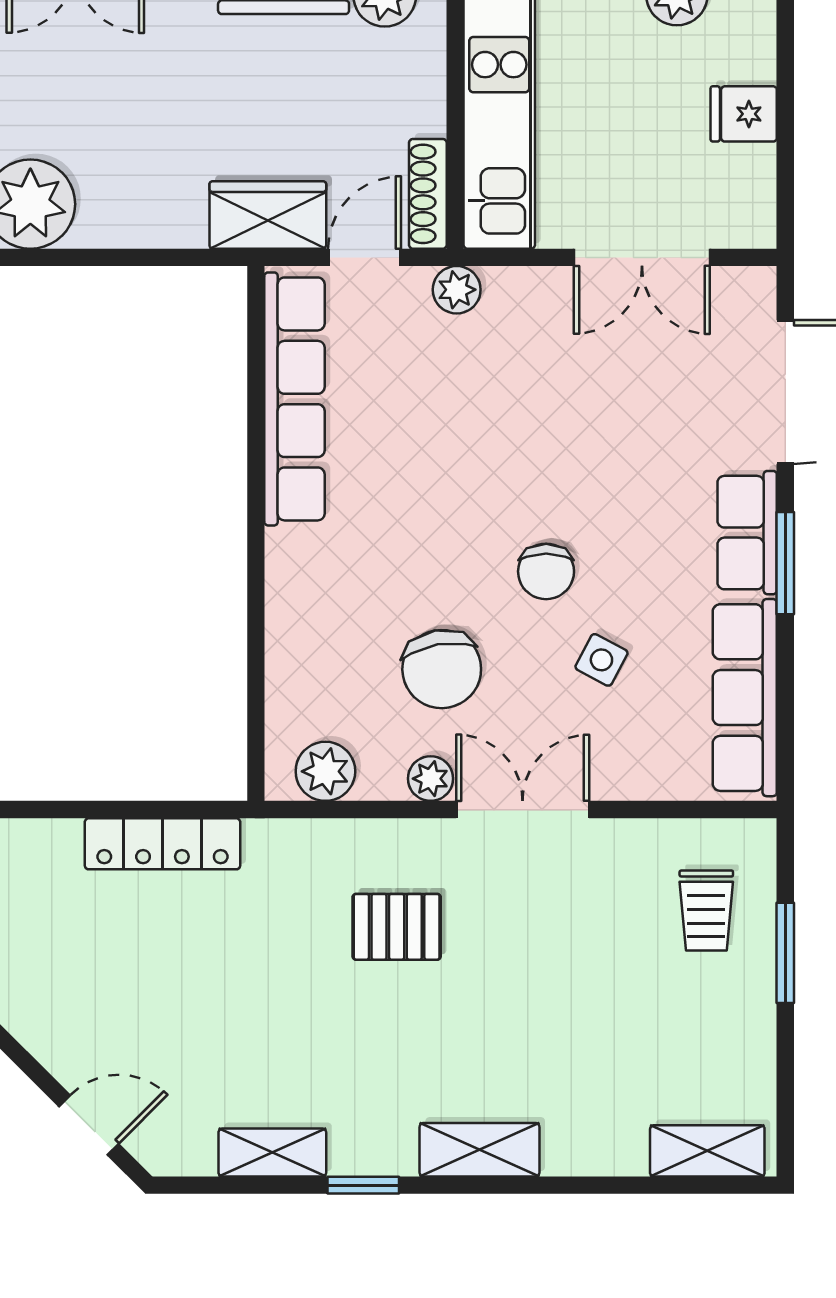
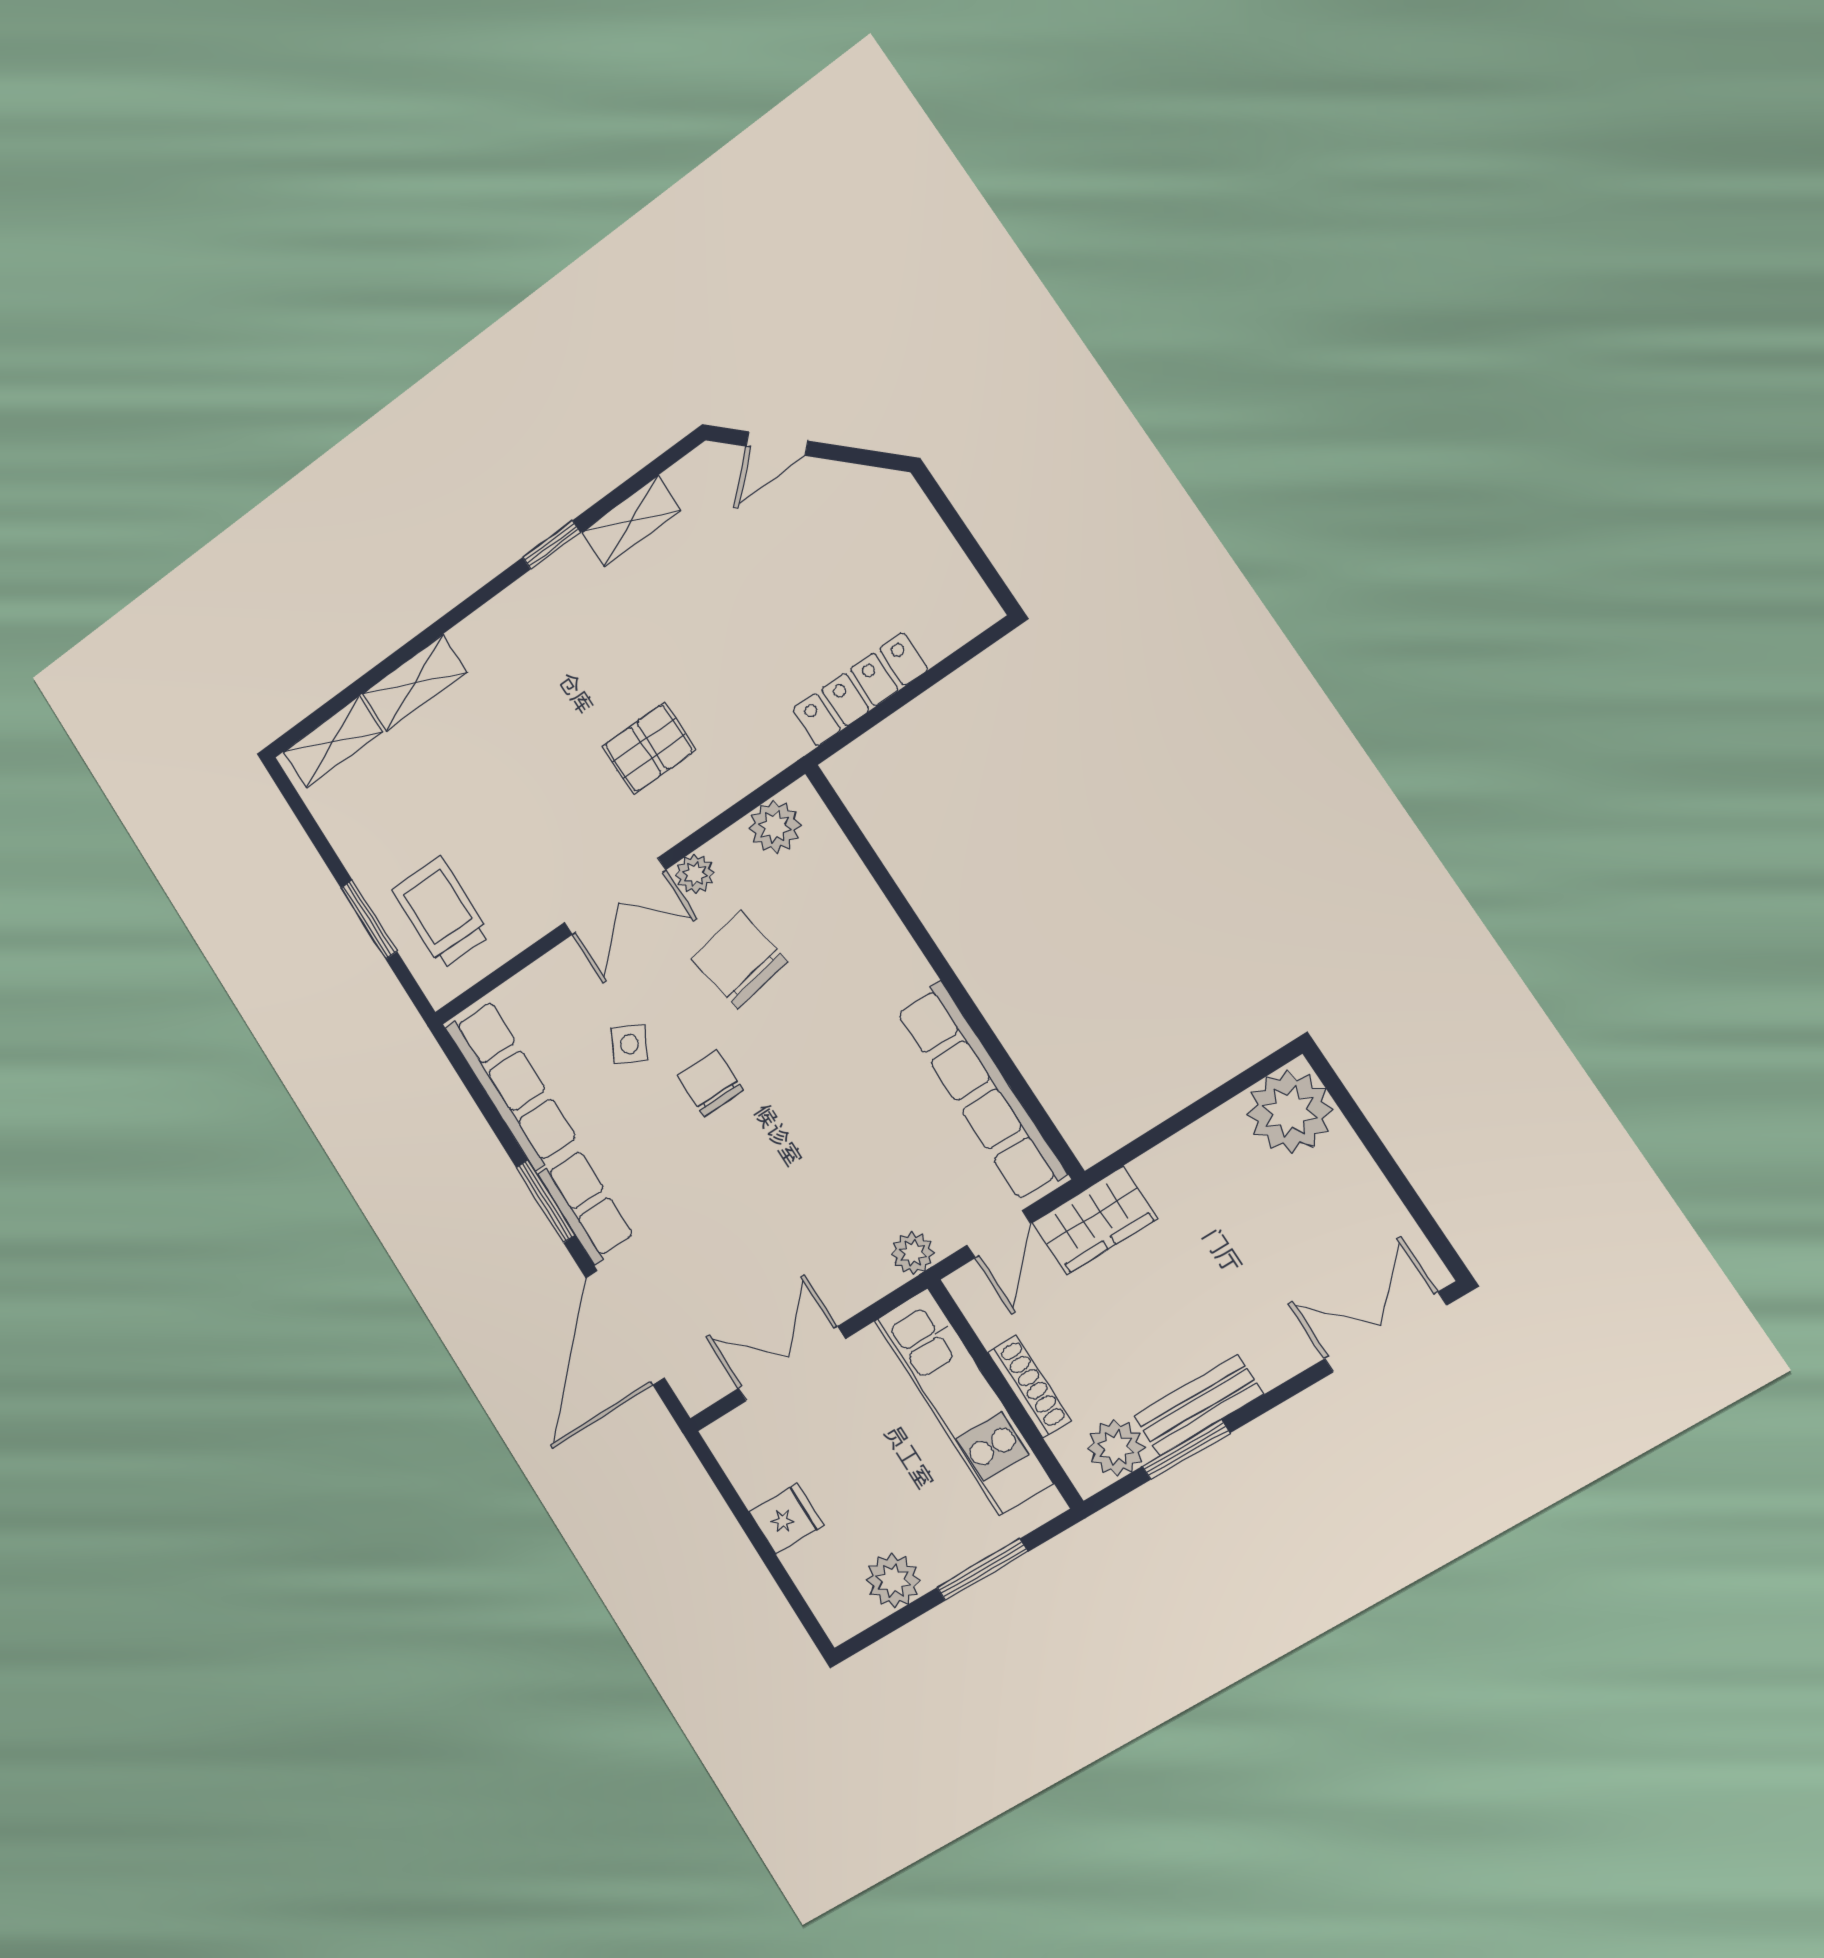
shoe rack: (428, 194) -> (1029, 1386), moved
trolley: (706, 910) -> (441, 912), width x1.36, depth x1.39
shelving: (479, 1150) -> (415, 683), moved

